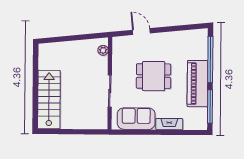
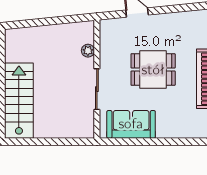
plant: (103, 50) -> (88, 51), moved
fireplace: (169, 124) -> (174, 131), removed

